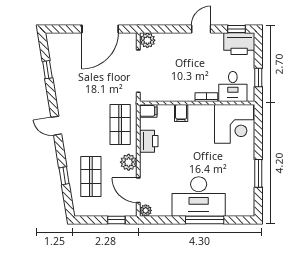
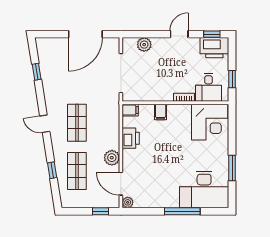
plant: (147, 40) -> (144, 45), moved
shop shelf: (120, 124) -> (77, 123), moved
desk: (199, 197) -> (204, 189), moved

